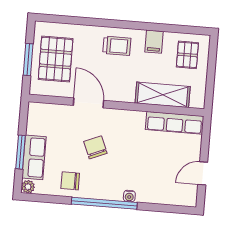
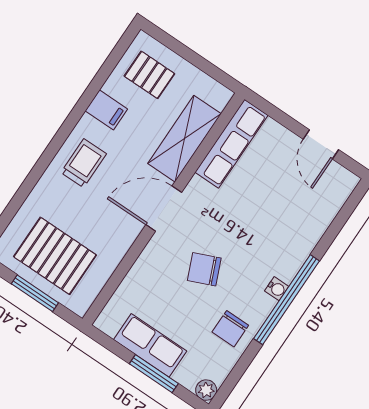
door: (88, 103) -> (164, 209), moved
row of seats: (34, 157) -> (150, 345), moved
water cooler: (129, 196) -> (277, 289), moved

